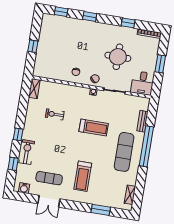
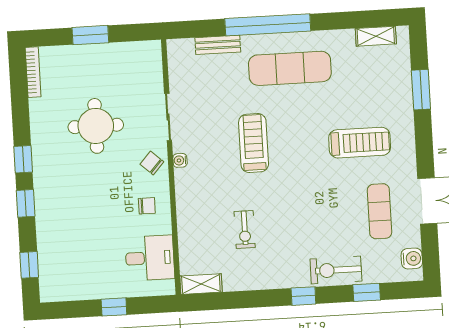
window: (128, 23) -> (23, 159), moved
desk: (142, 83) -> (150, 258), moved

